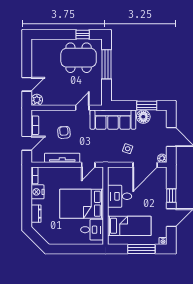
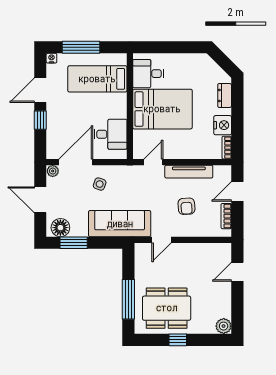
window: (83, 34) -> (178, 340), moved
plant: (37, 100) -> (224, 326), moved
floor lamp: (143, 117) -> (60, 228), moved
desk: (120, 196) -> (111, 134), moved

